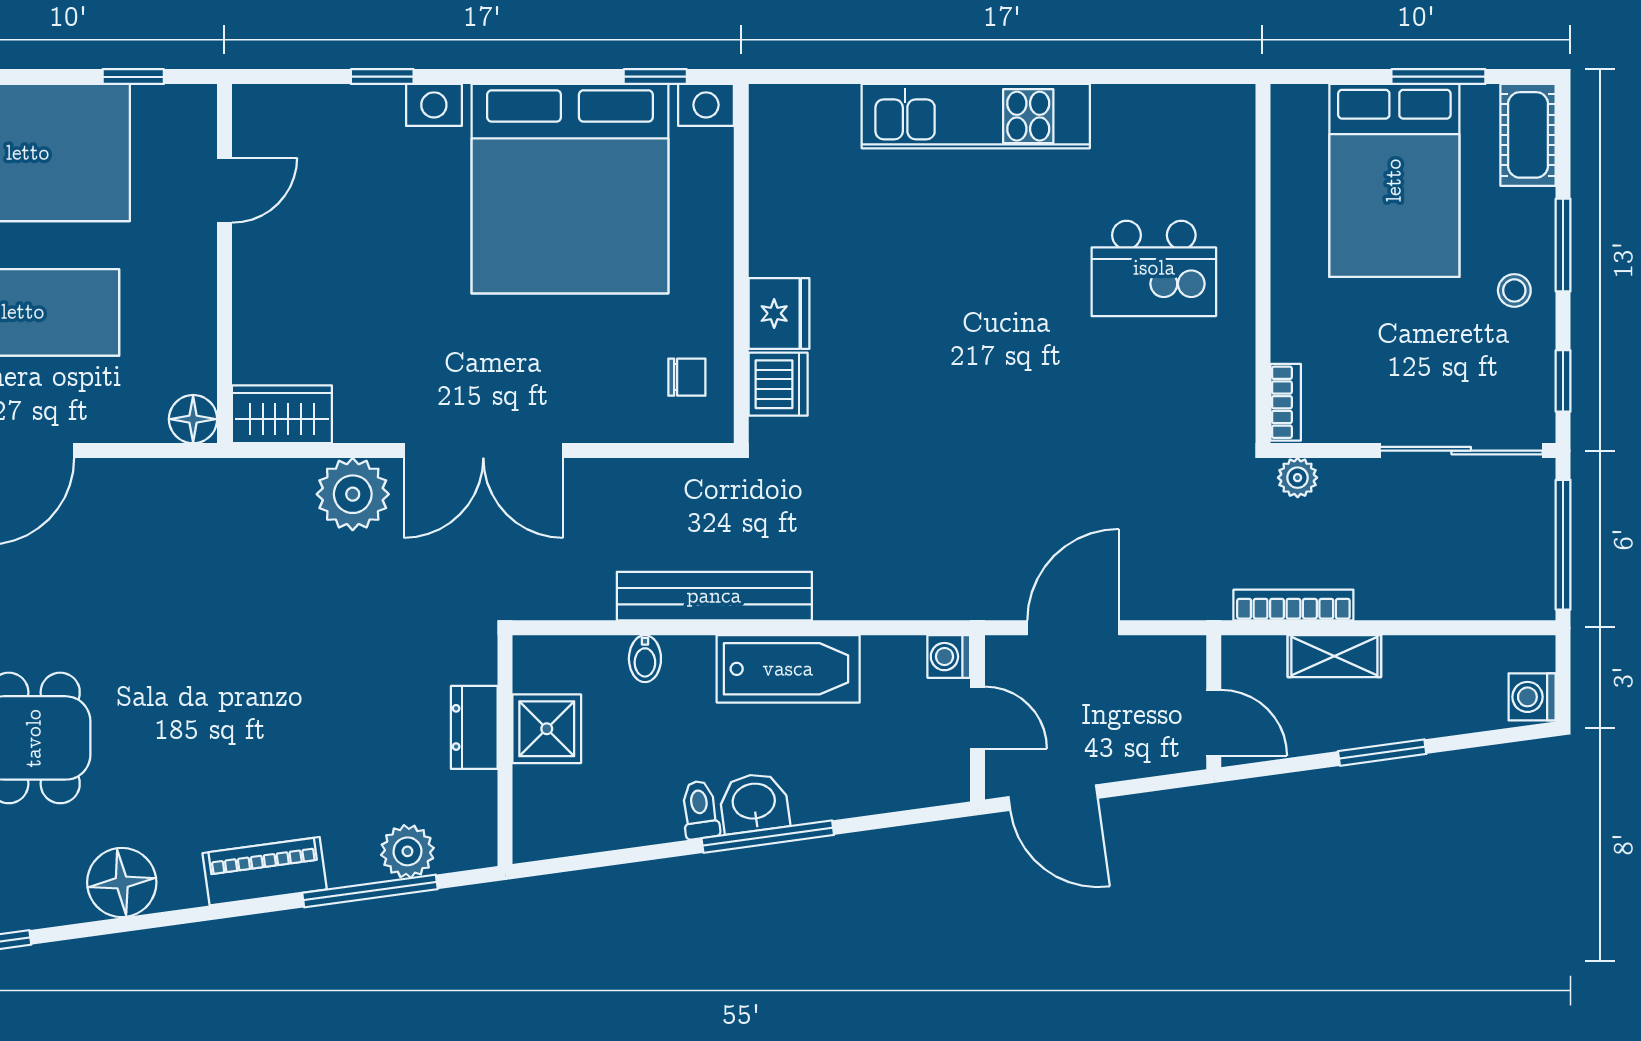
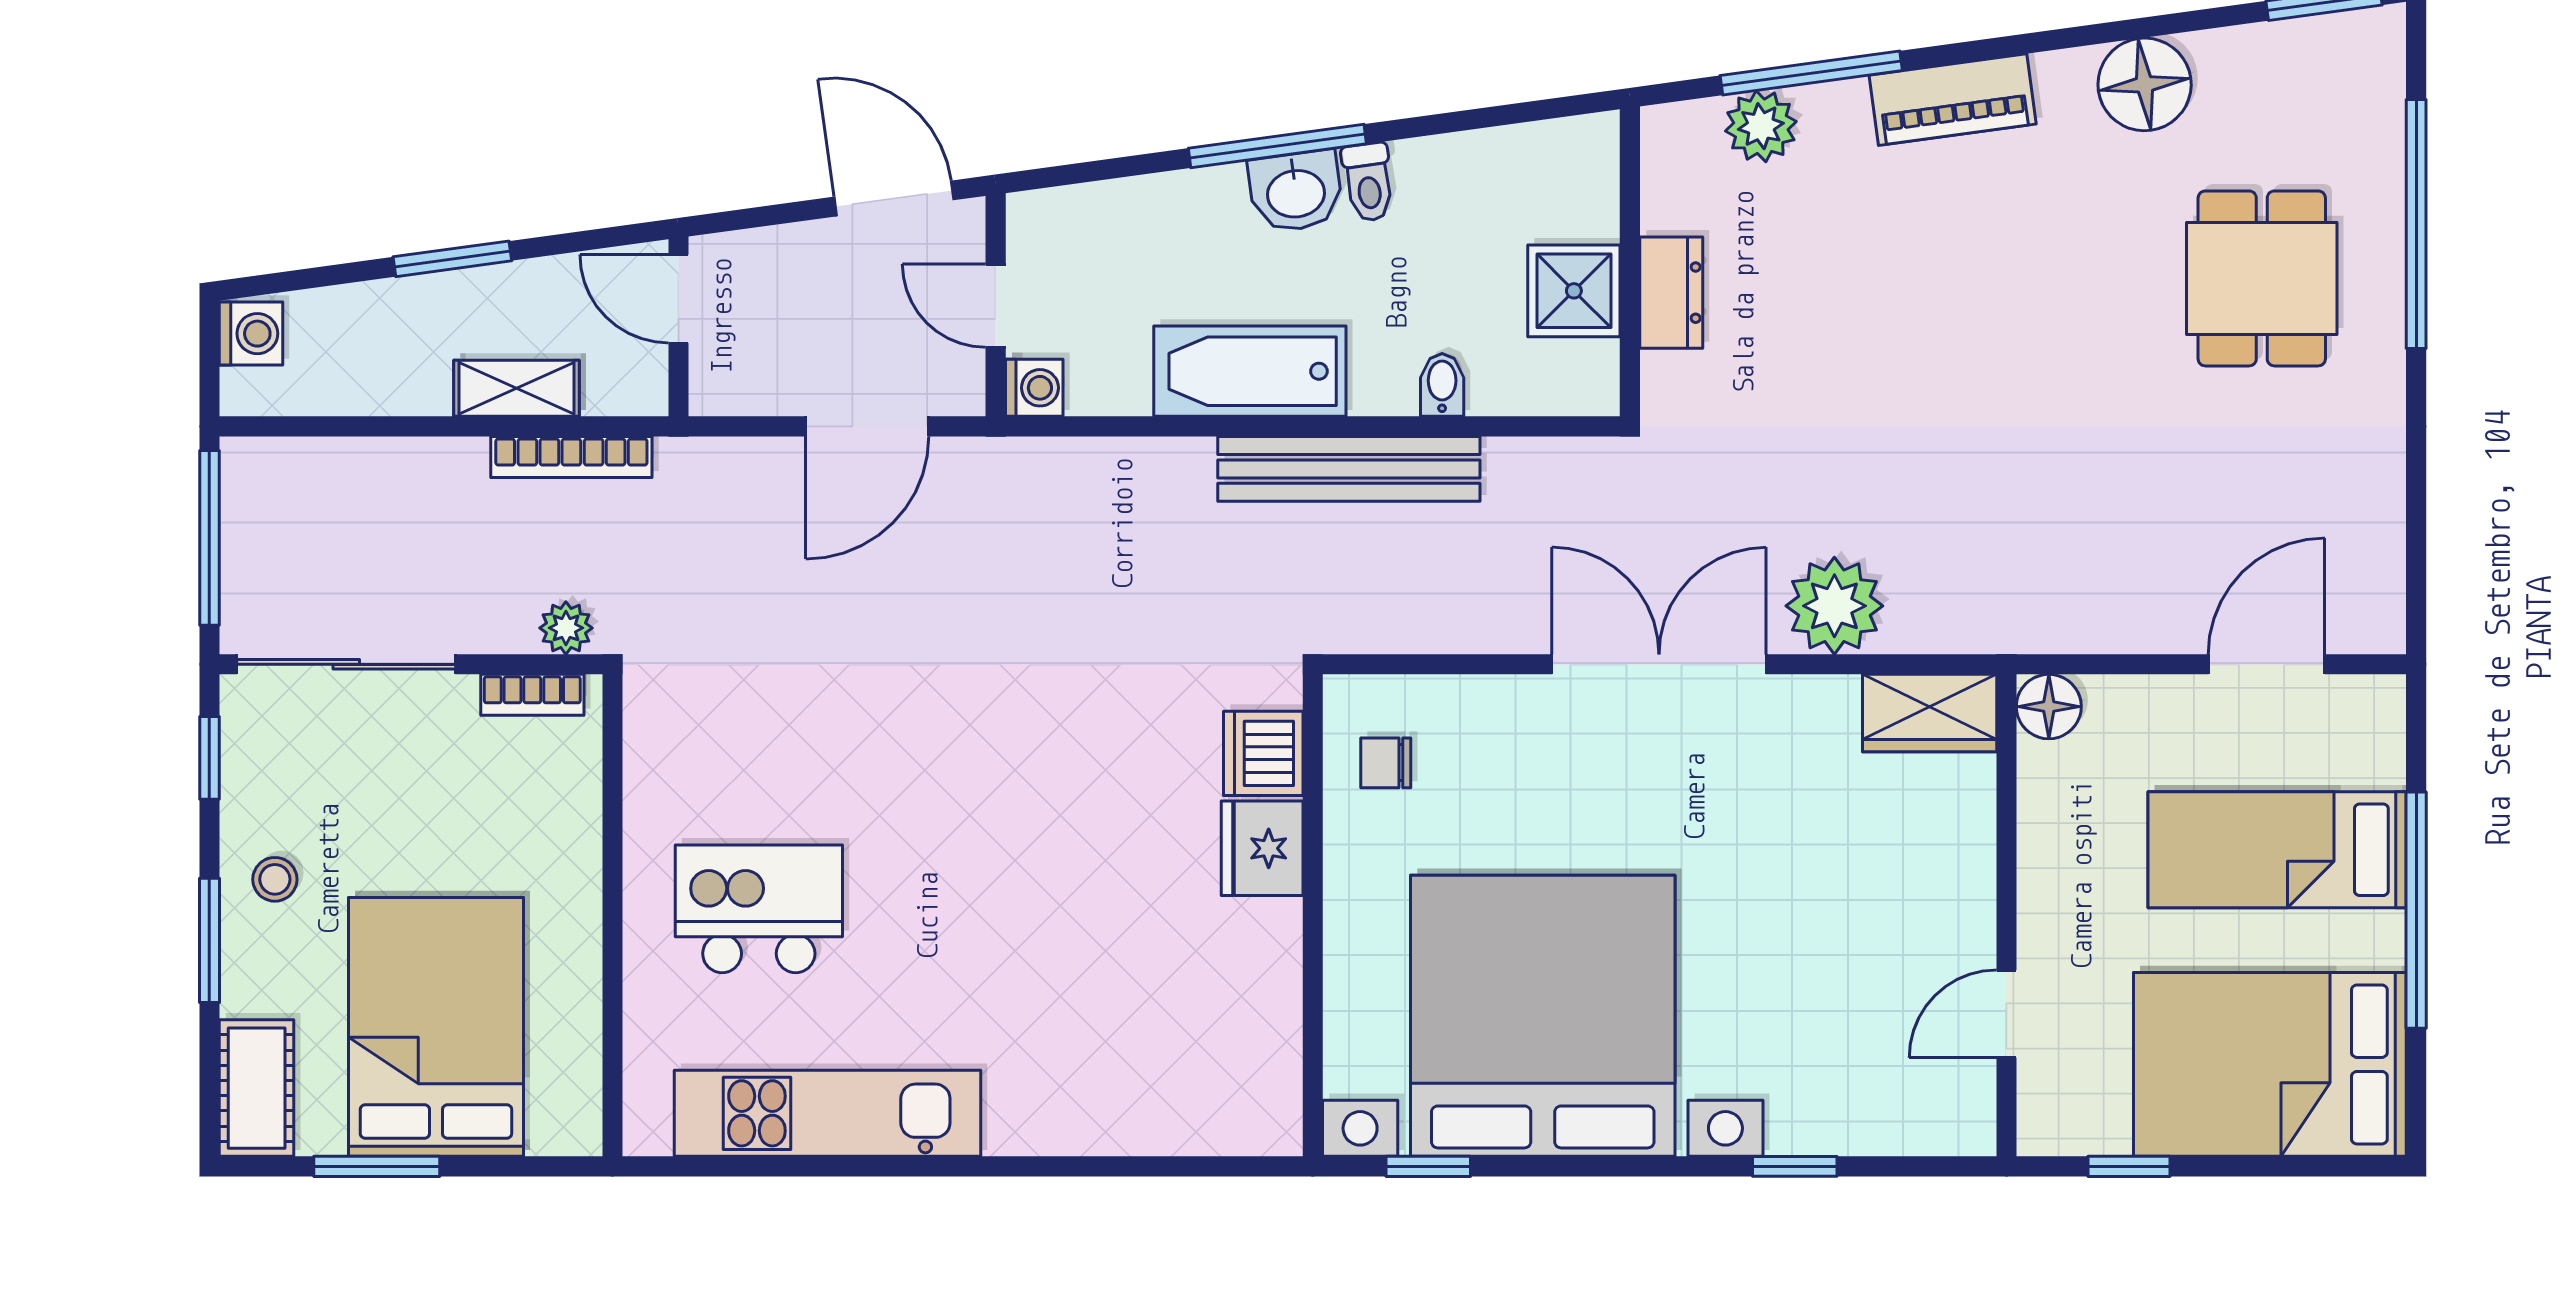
kitchen unit: (976, 116) -> (827, 1113), moved
bookcase: (1286, 402) -> (532, 695), moved, turned -90

